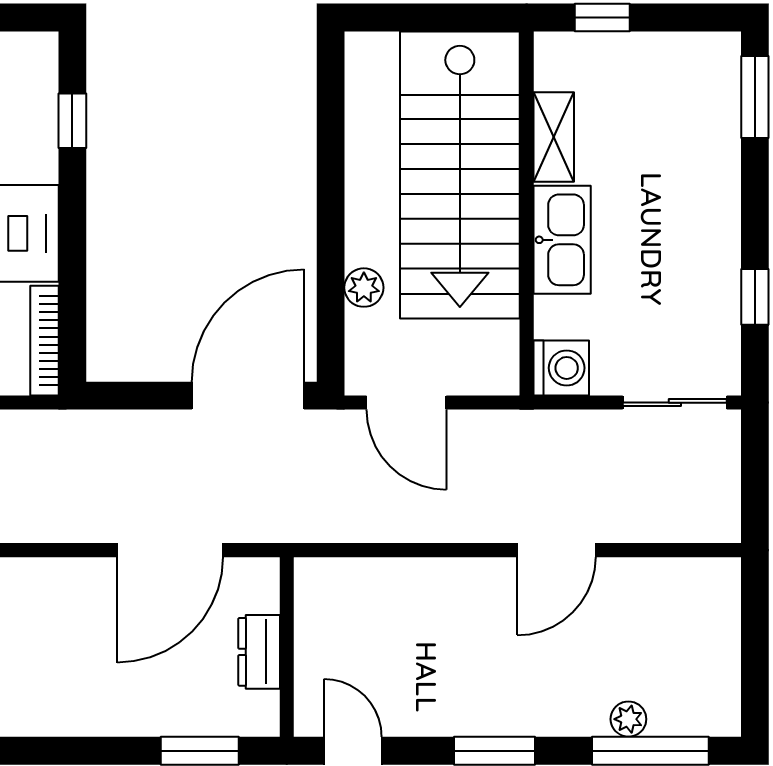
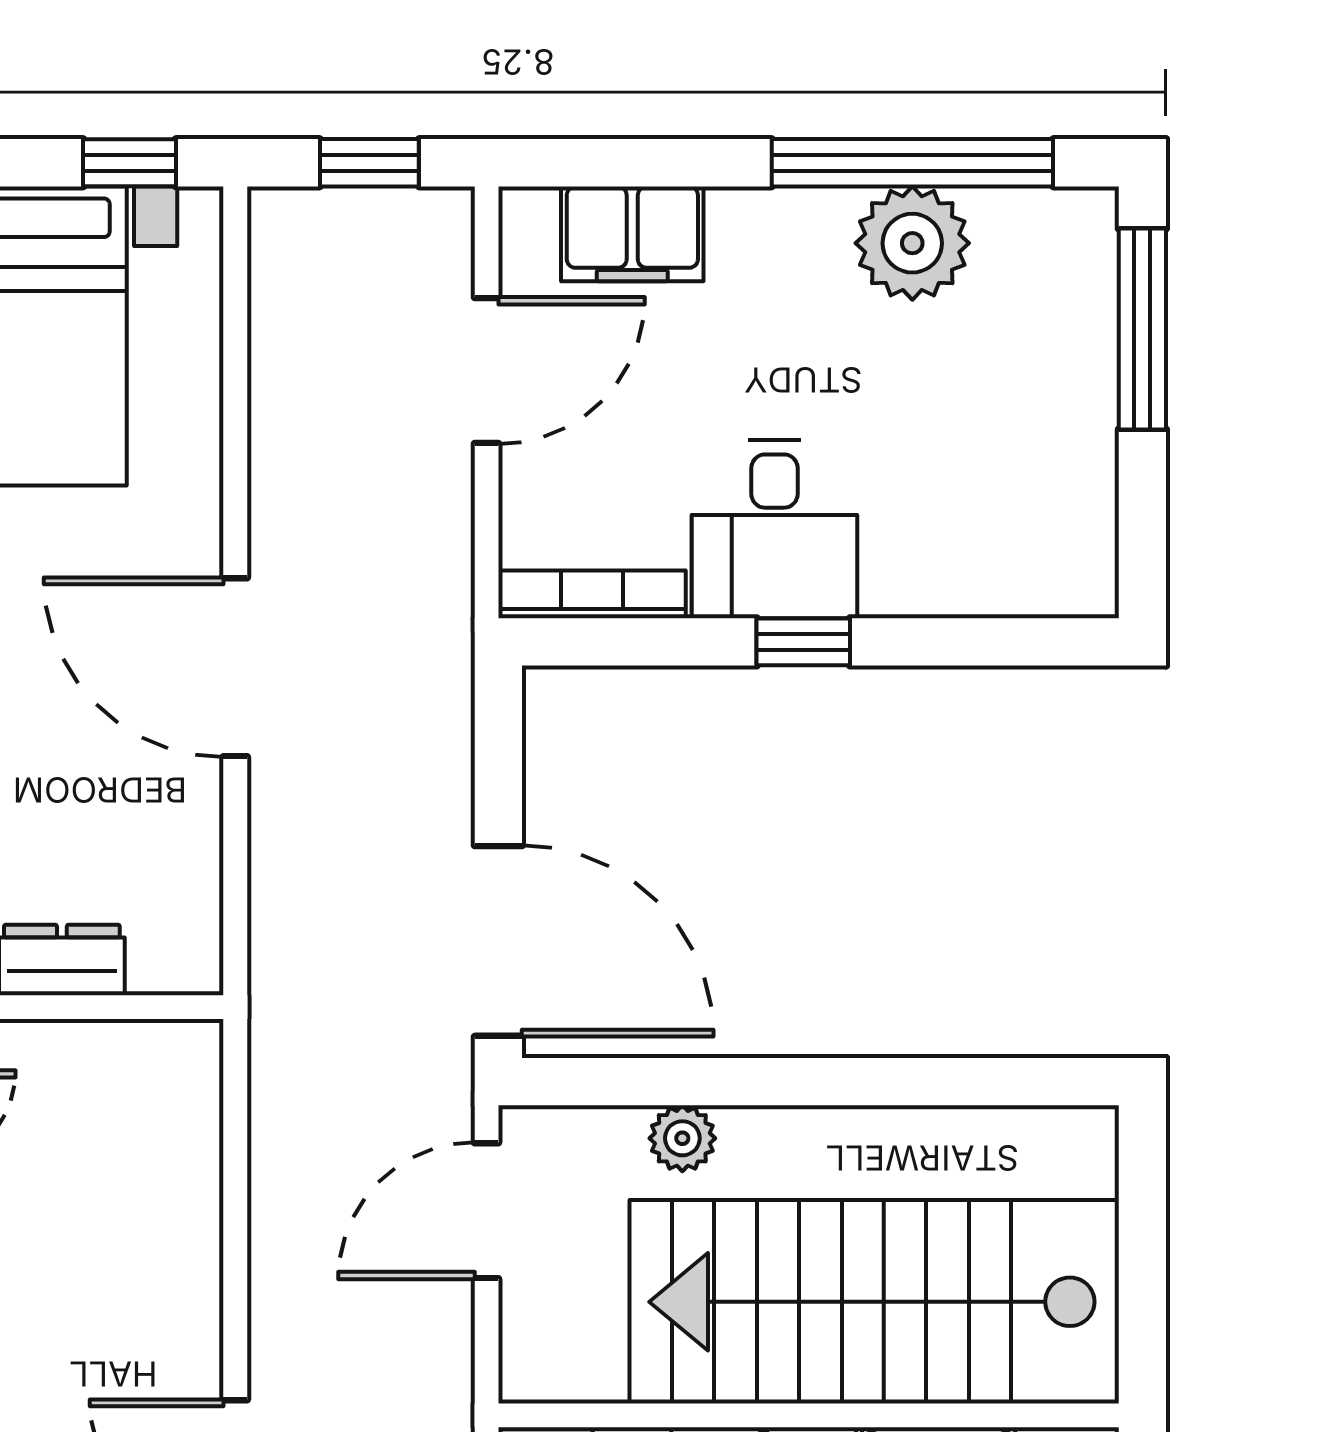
window: (72, 121) -> (803, 642), moved
door: (170, 550) -> (235, 667), moved

